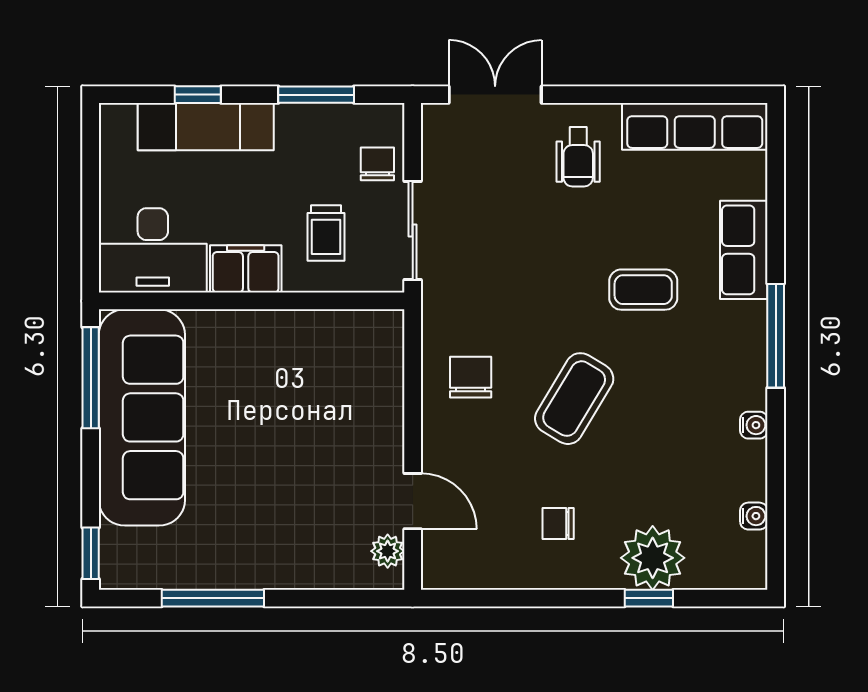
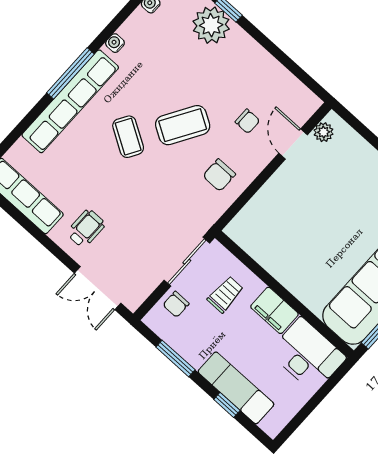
row of seats: (744, 250) -> (70, 101), width x2.02
coffee table: (643, 290) -> (128, 137), moved, turned 31
chair: (558, 524) -> (247, 121), moved

